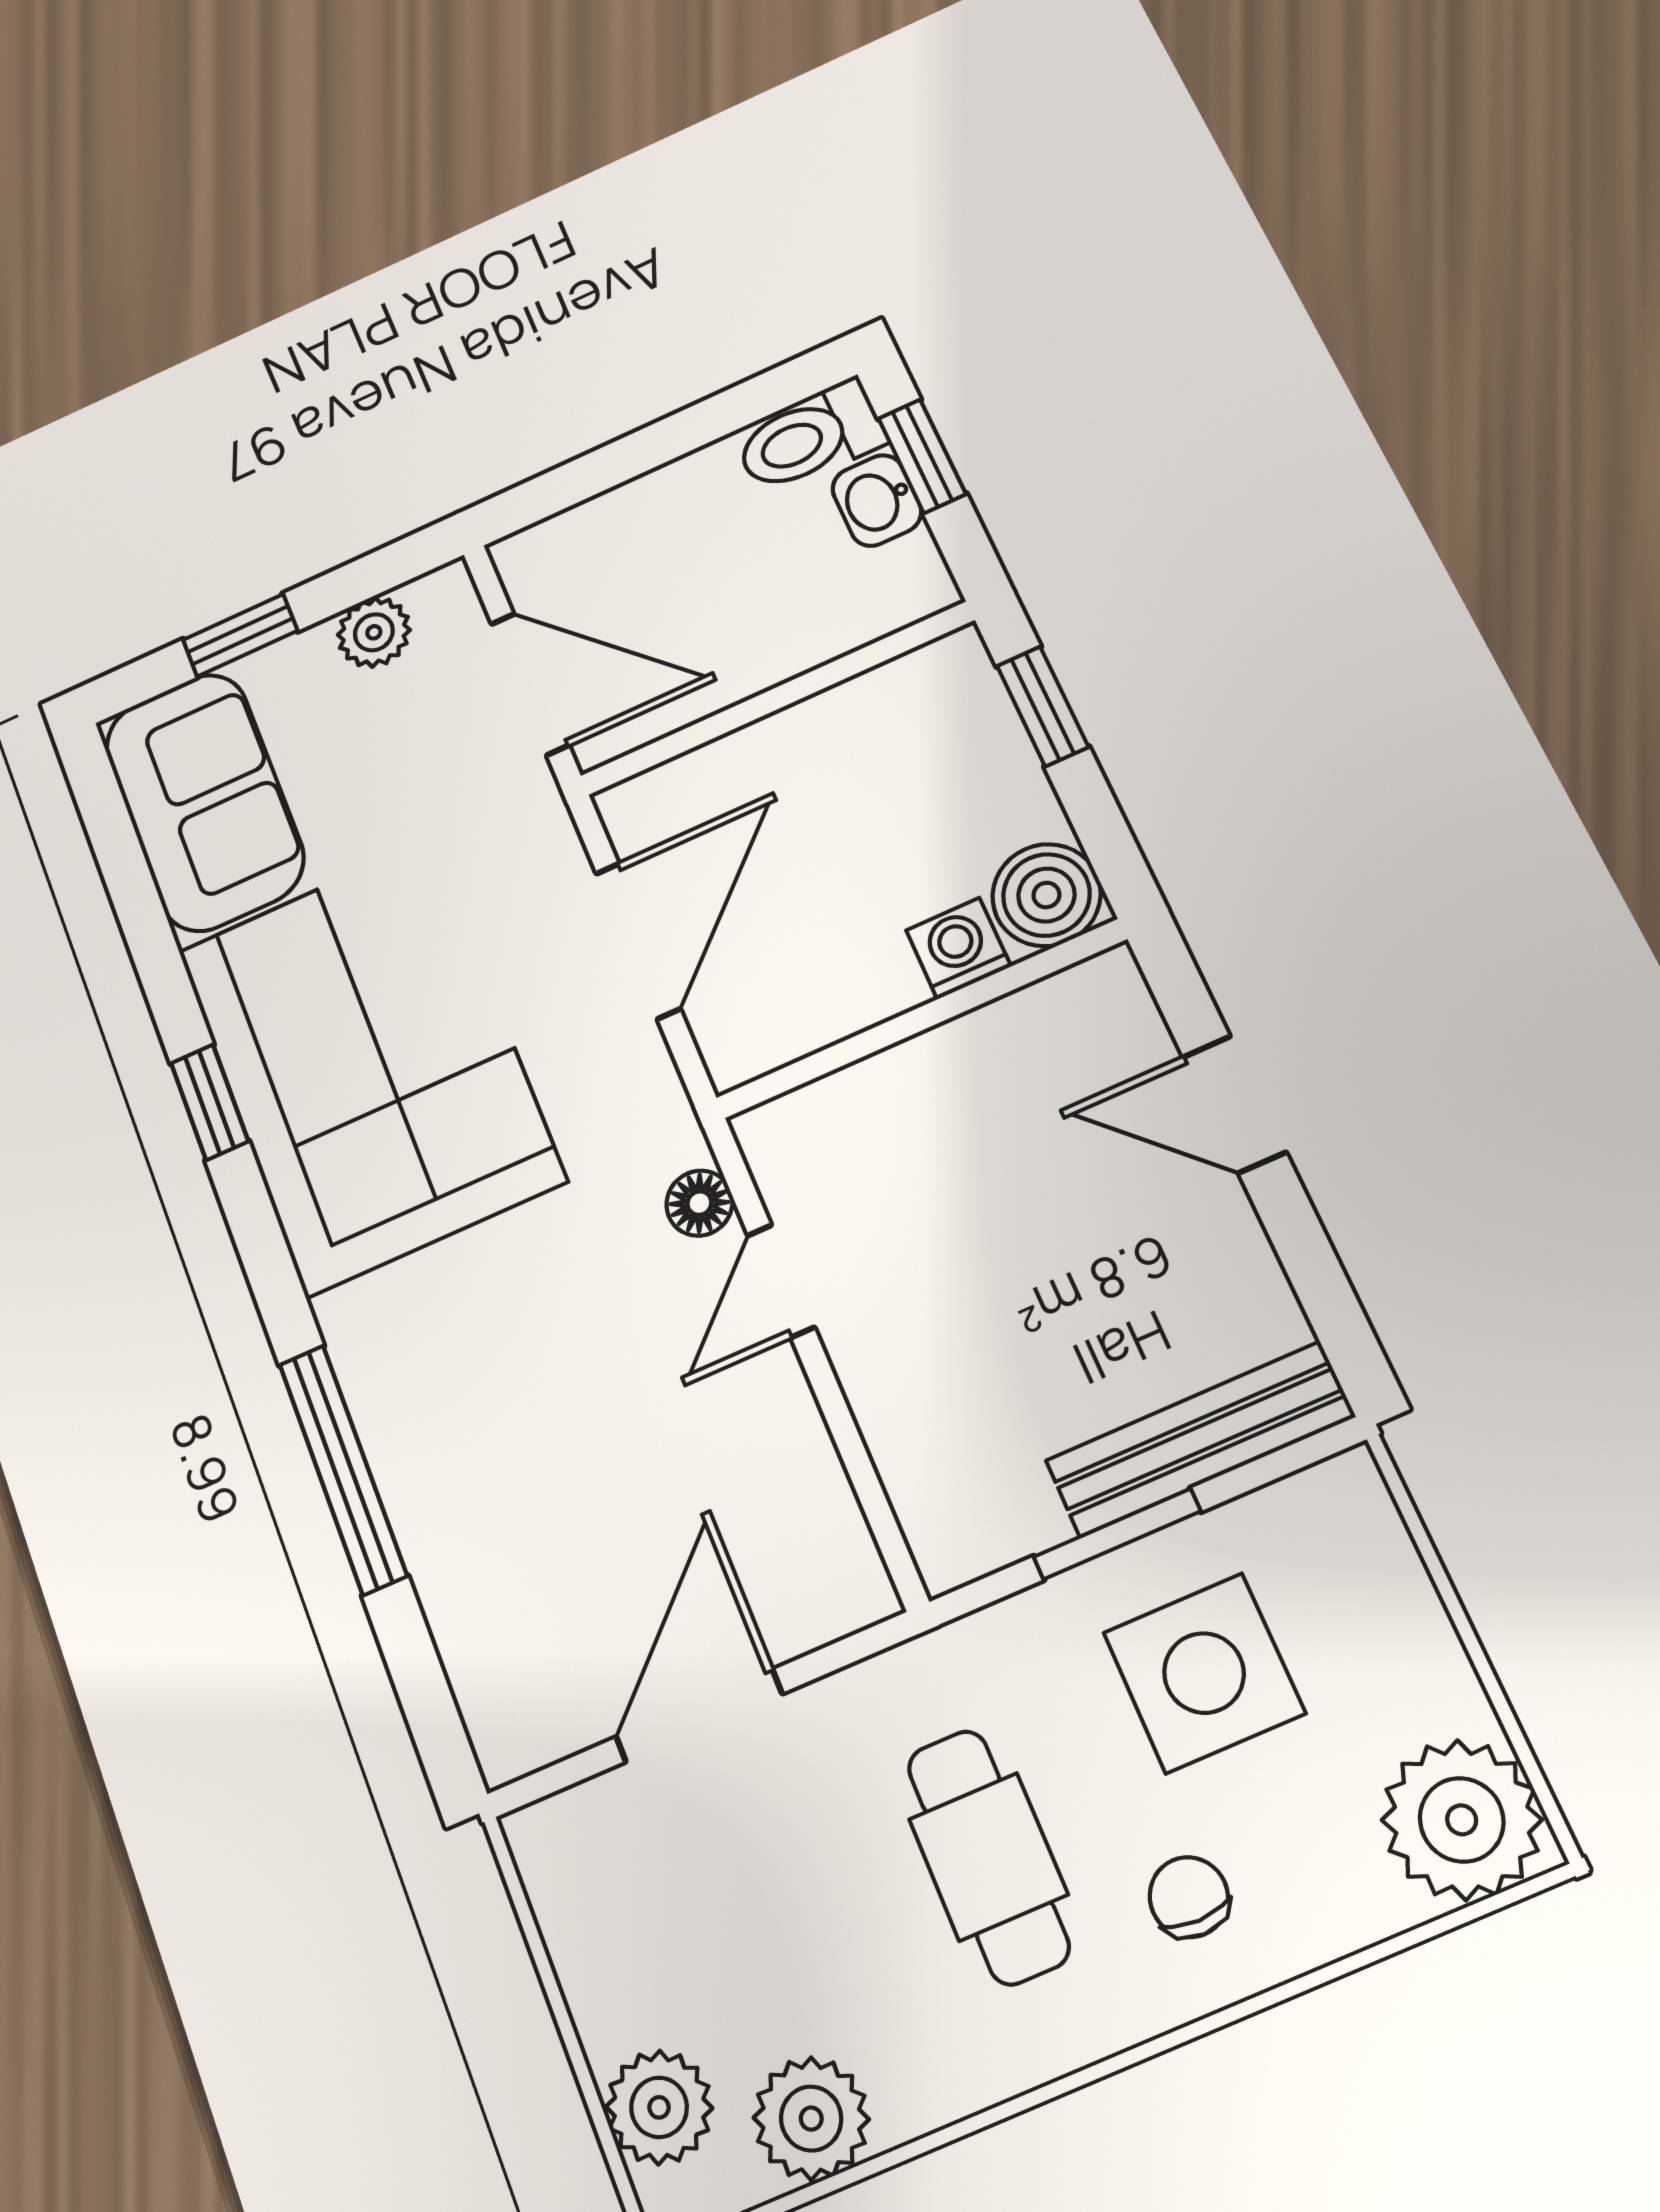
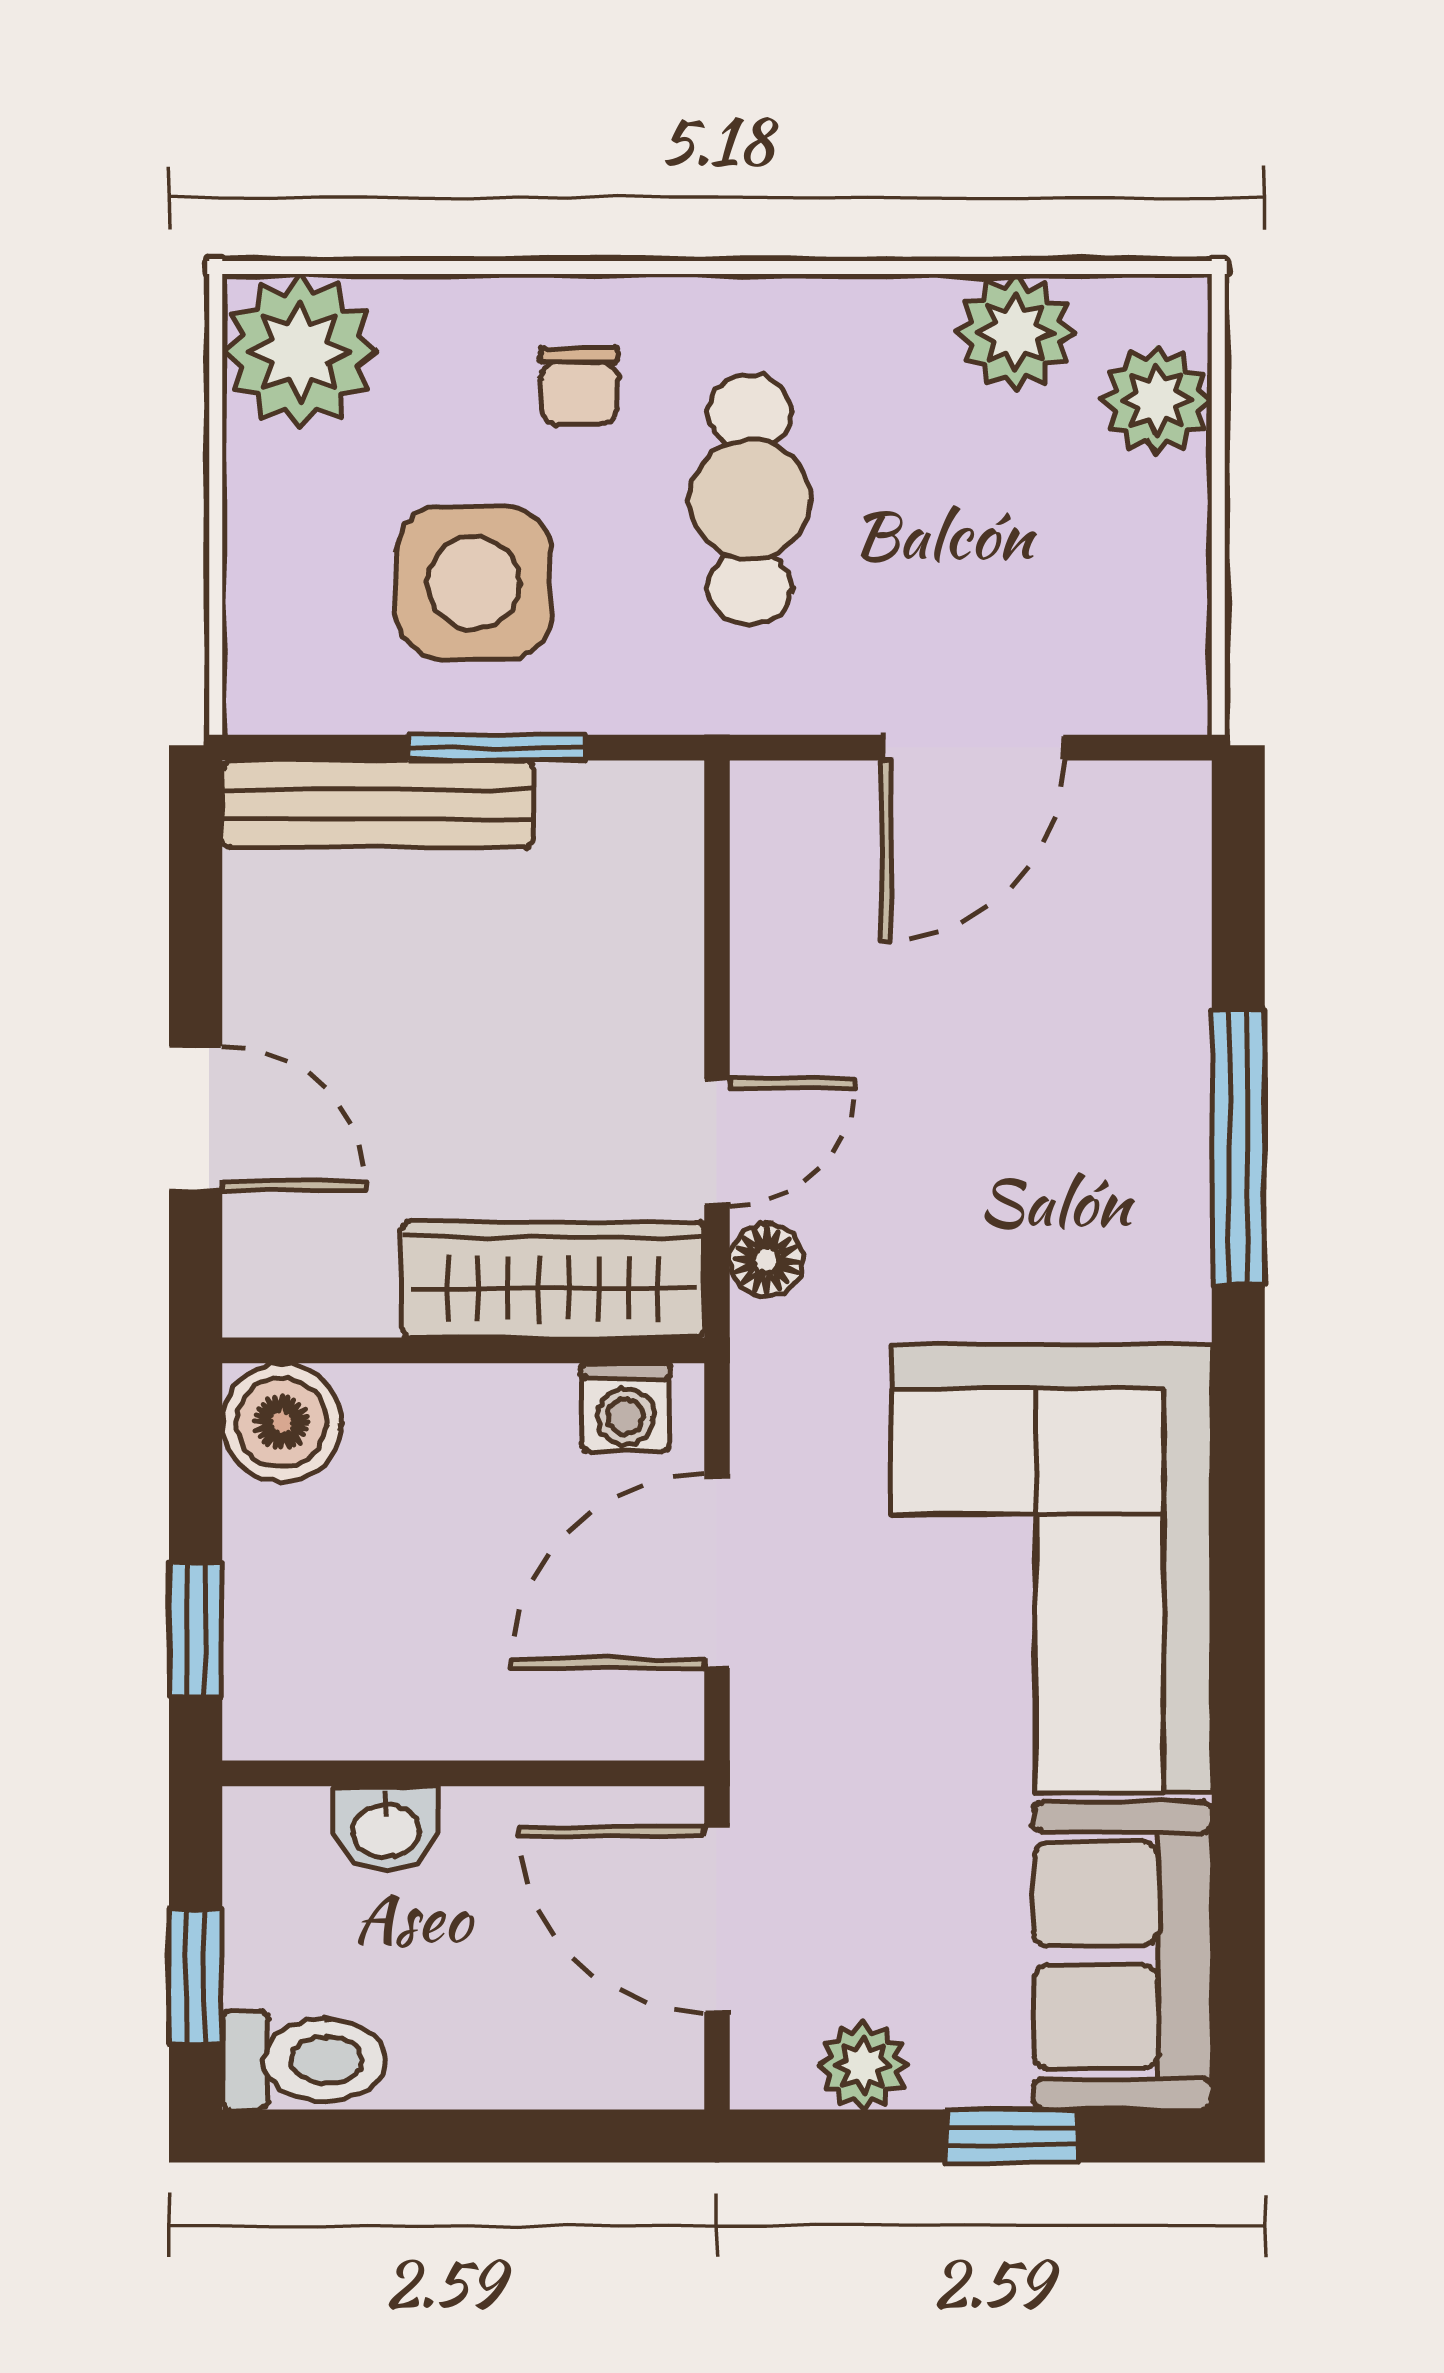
washbasin: (877, 500) -> (386, 1828), moved, turned 90
washing machine: (959, 948) -> (626, 1407), moved
window: (210, 1102) -> (1238, 1606), removed
wardrobe: (871, 1109) -> (553, 1279), added

